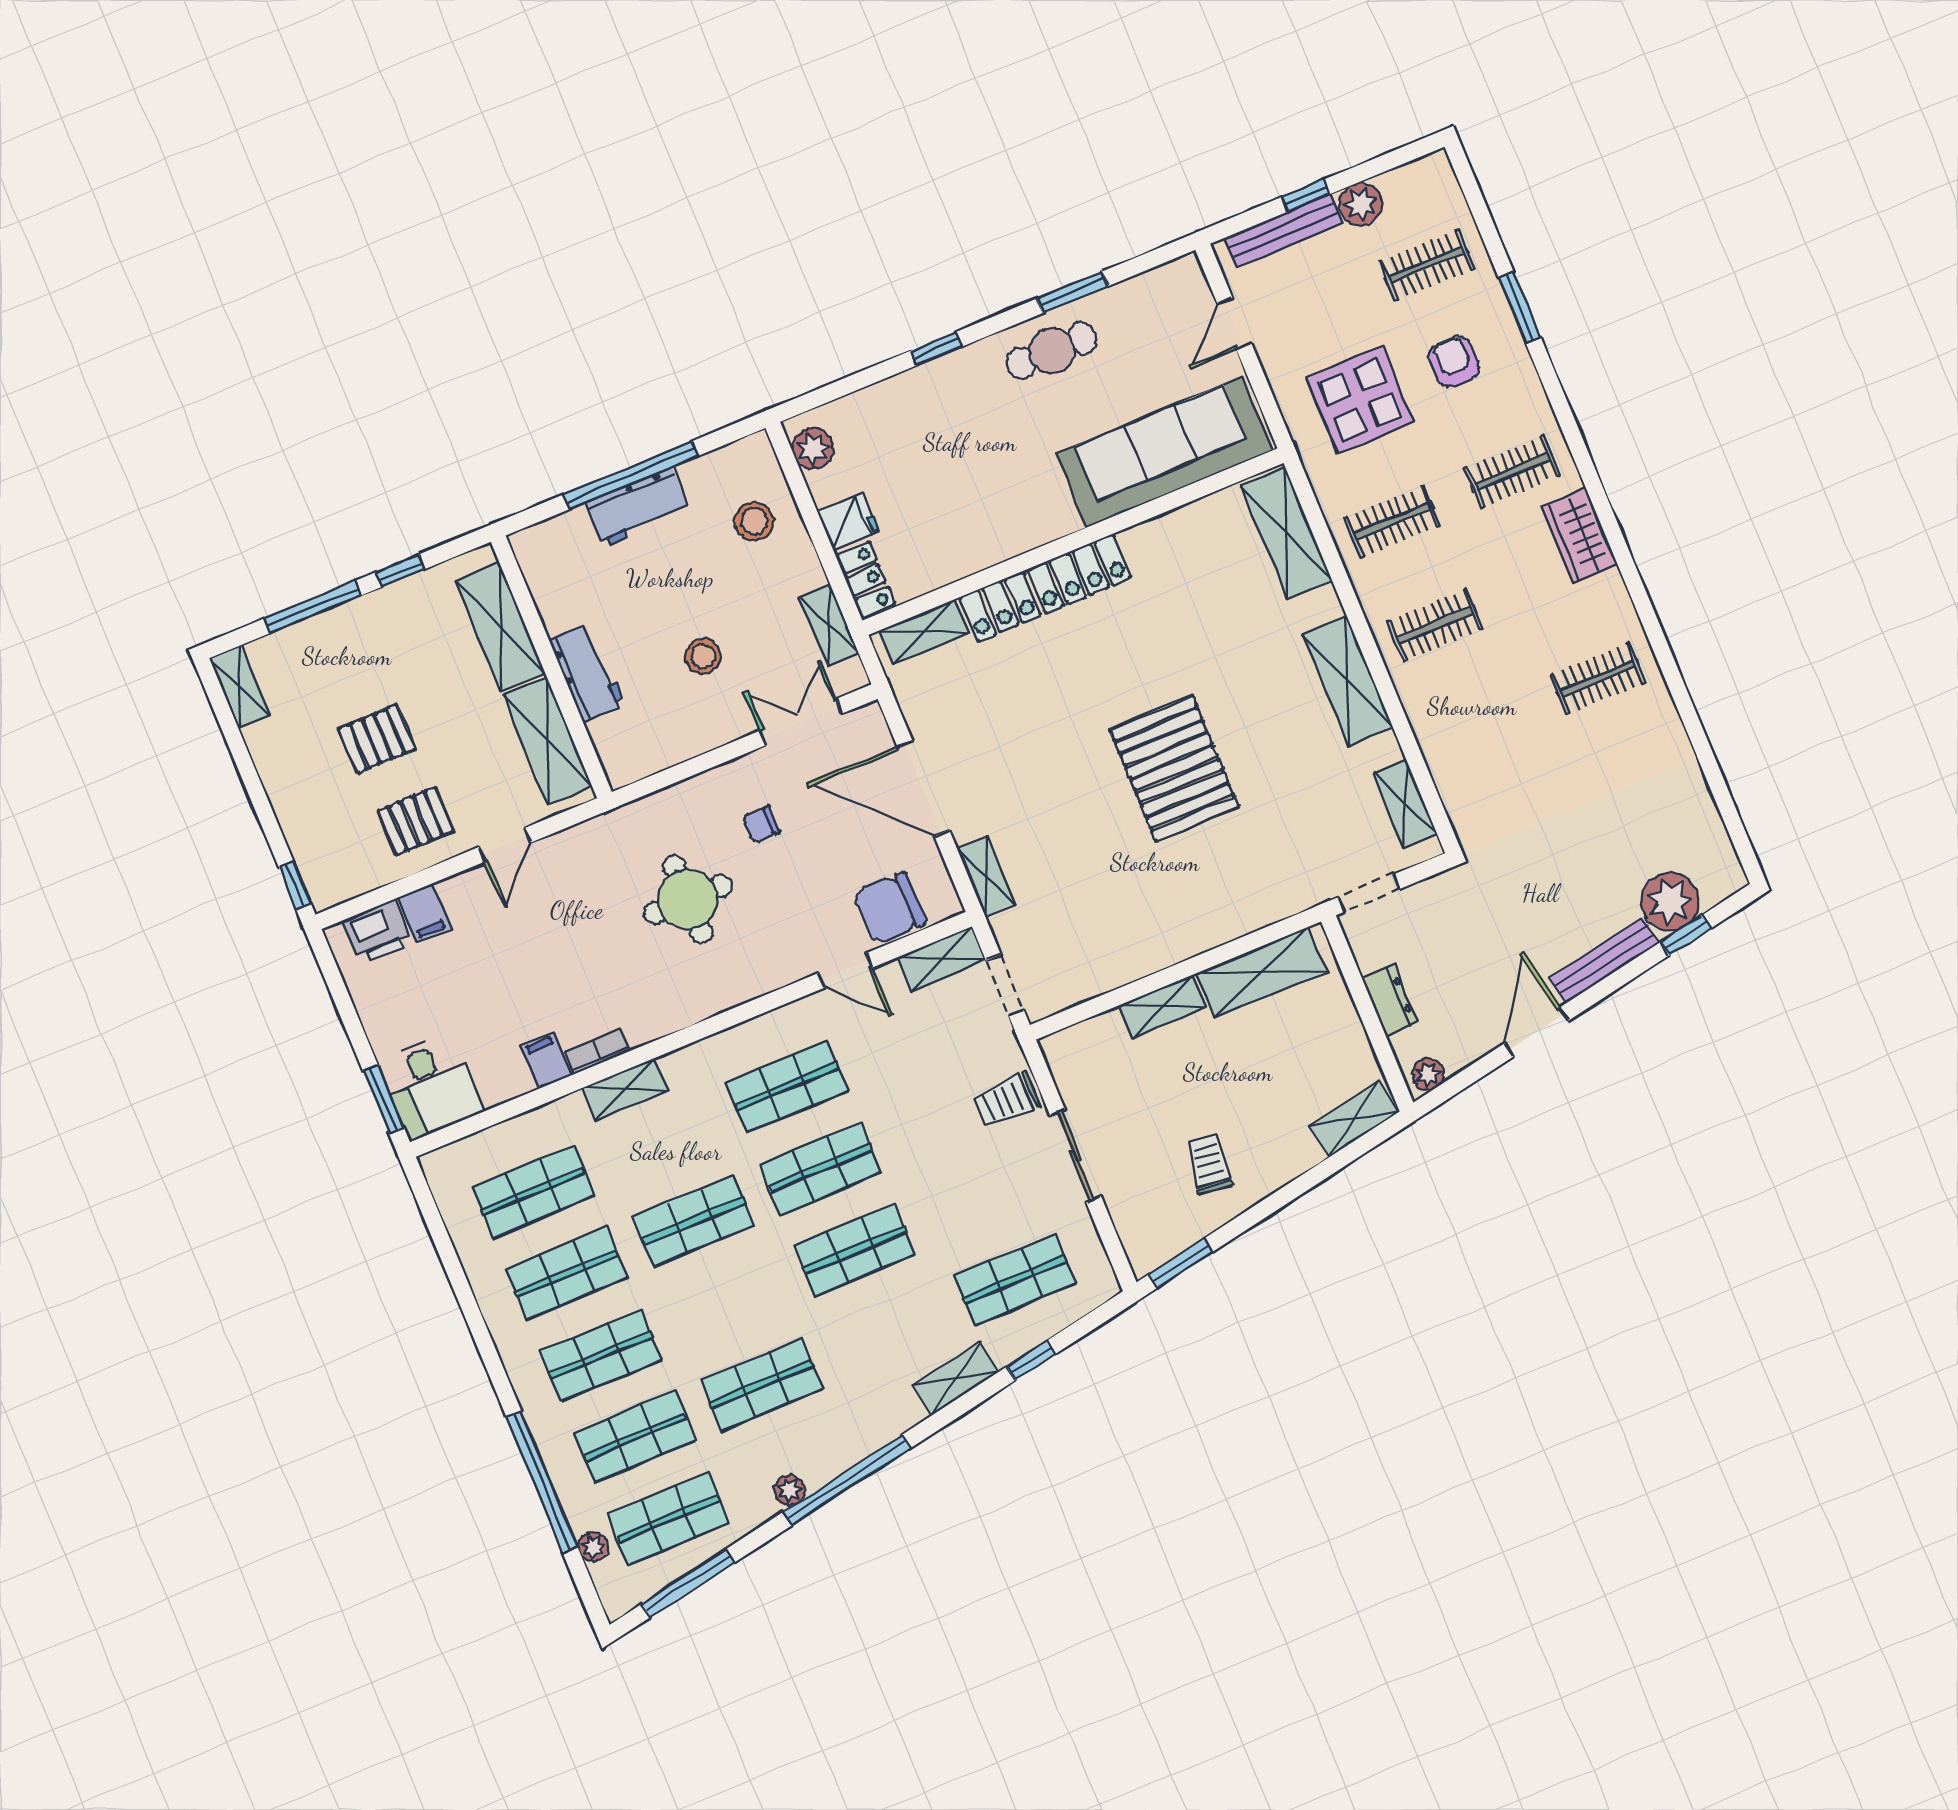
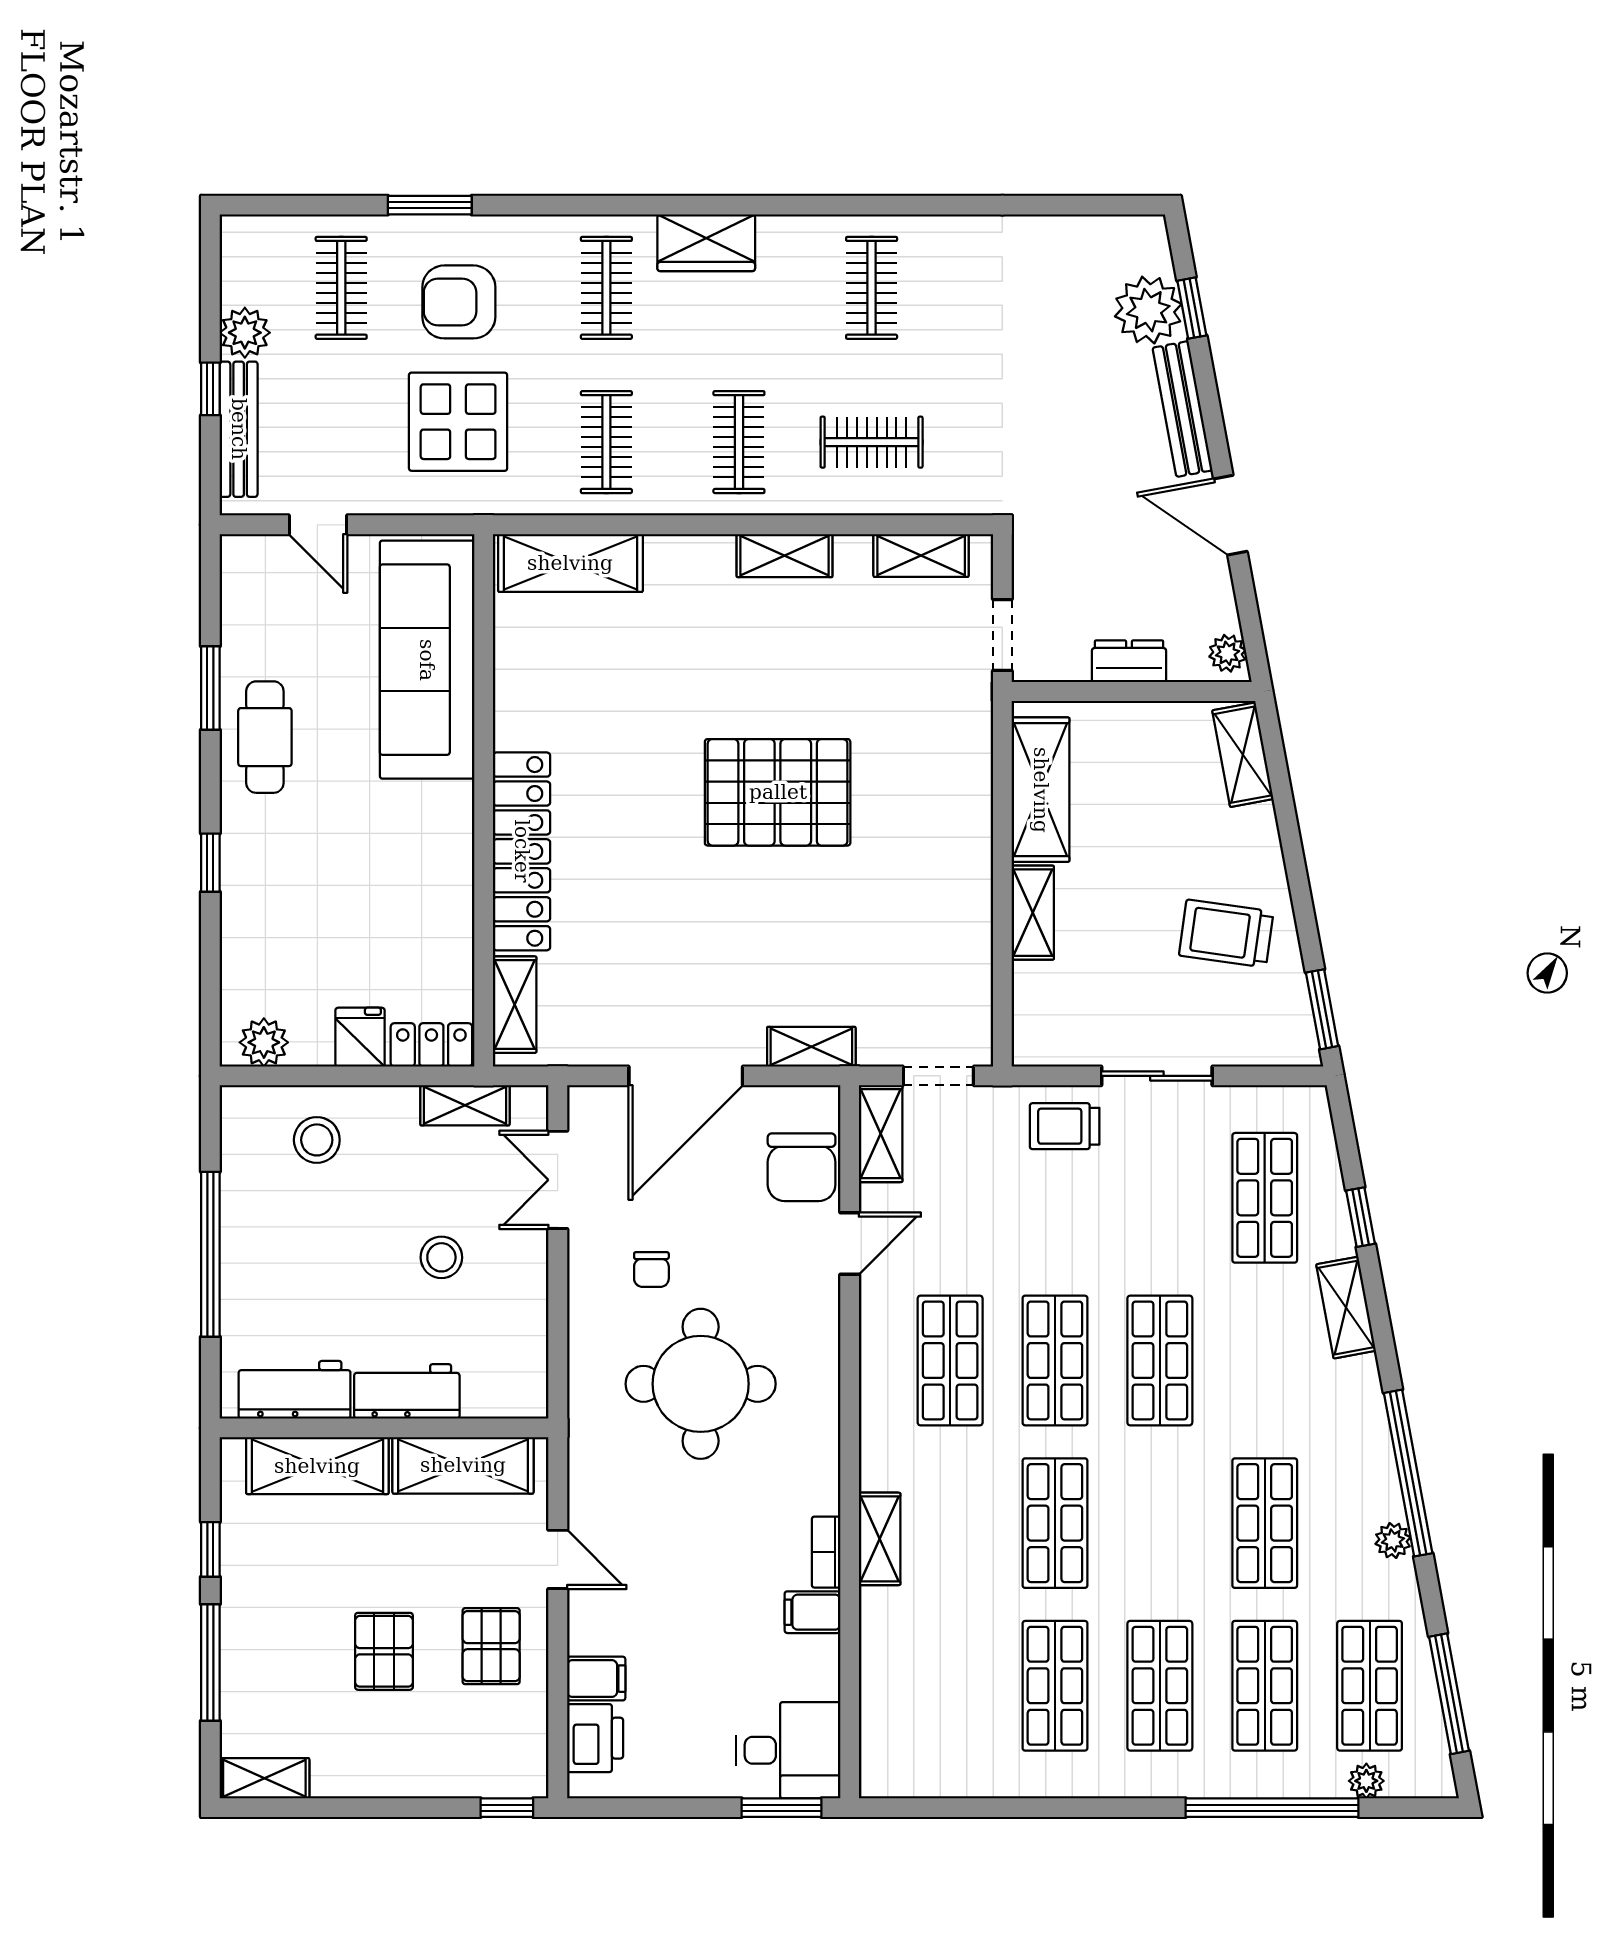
armchair: (1454, 361) -> (459, 302), width x1.38, depth x1.38
workbench: (638, 507) -> (295, 1390), moved, turned -90
shelving: (1348, 681) -> (785, 556), width x0.67, depth x0.75
clothes rail: (1478, 729) -> (872, 442), added
round table: (688, 899) -> (701, 1384), width x1.36, depth x1.36
trolley: (1007, 1100) -> (1065, 1126), turned 90
trolley: (1209, 1164) -> (1226, 934), width x1.36, depth x1.39
shop shelf: (533, 1192) -> (950, 1686), removed

